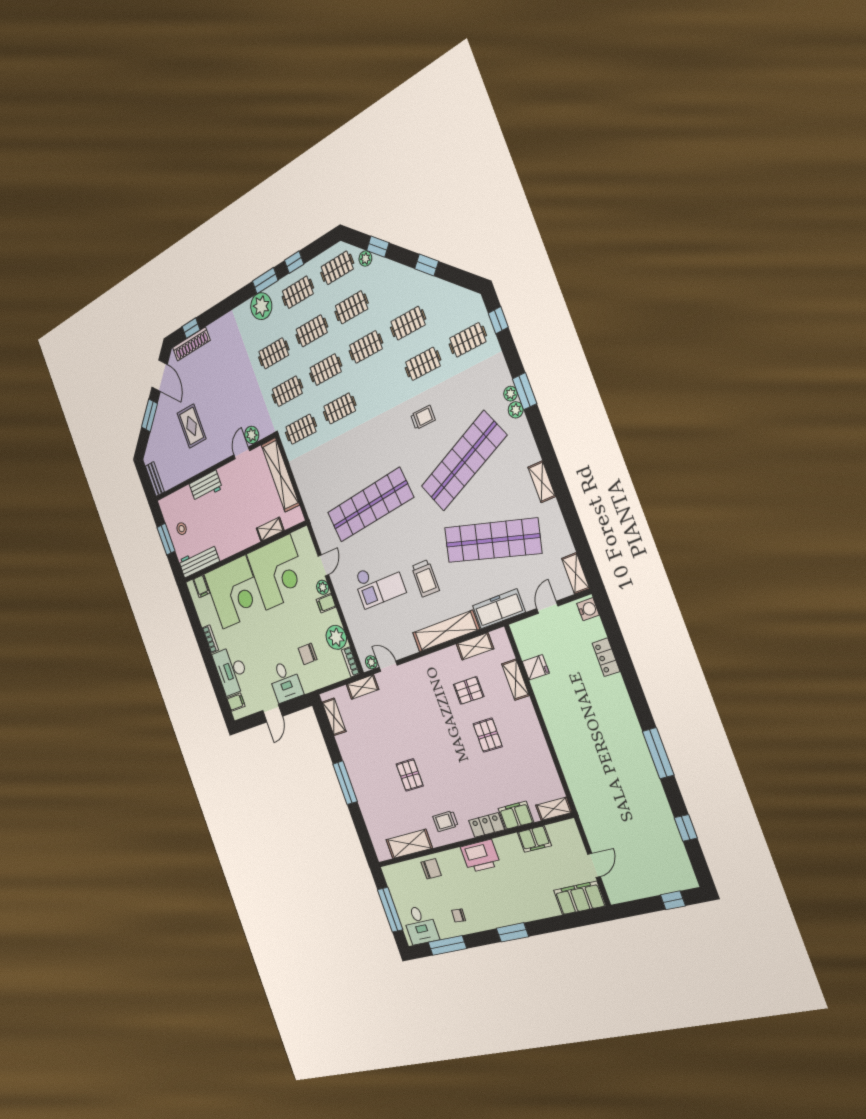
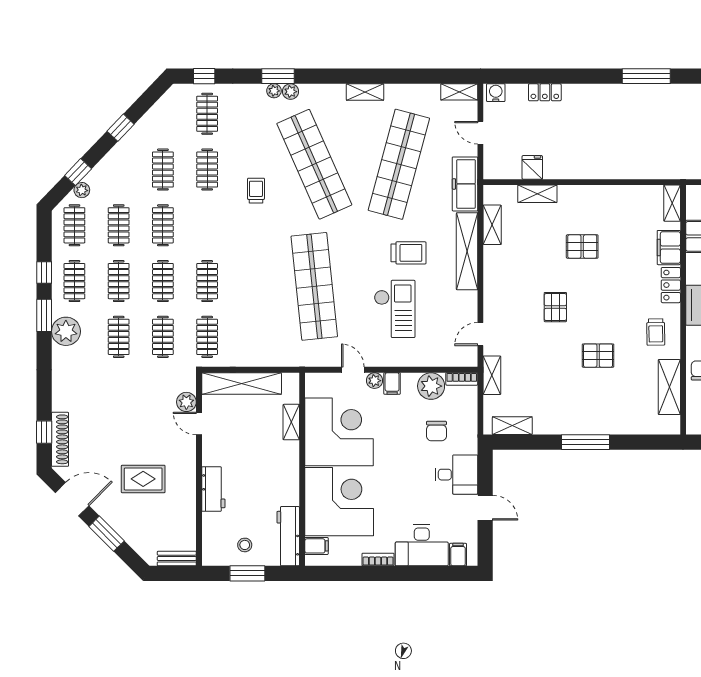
plant: (371, 662) -> (470, 353), removed
pallet: (469, 691) -> (555, 307), moved

